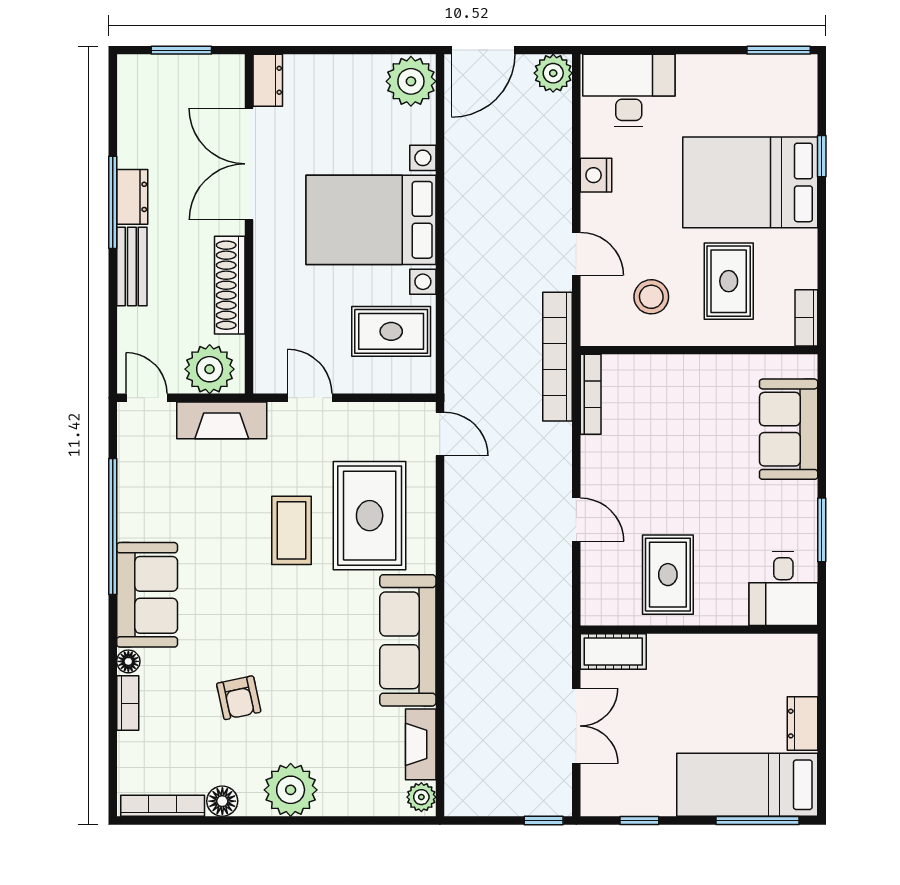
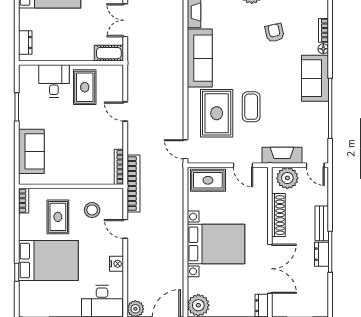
rug: (391, 331) -> (208, 180), moved
desk: (783, 589) -> (54, 81), moved
dresser: (803, 724) -> (25, 42), moved

